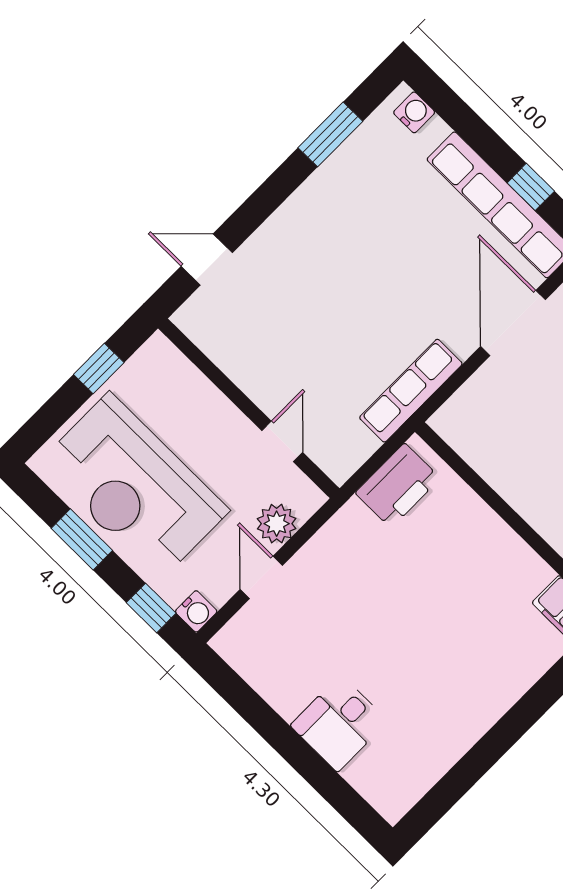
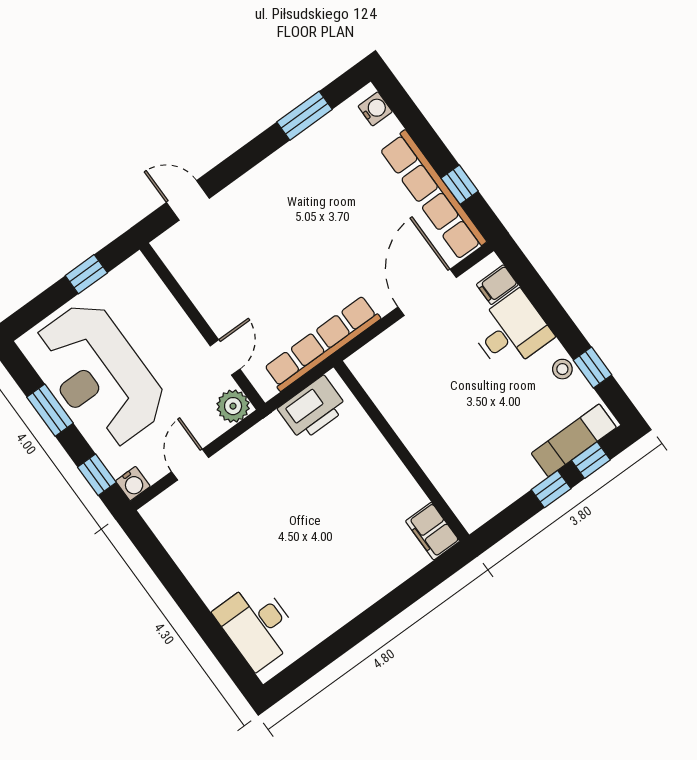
row of seats: (411, 391) -> (322, 343), width x1.36
plant: (277, 524) -> (233, 406), moved
desk: (339, 723) -> (257, 625), moved, width x1.37

